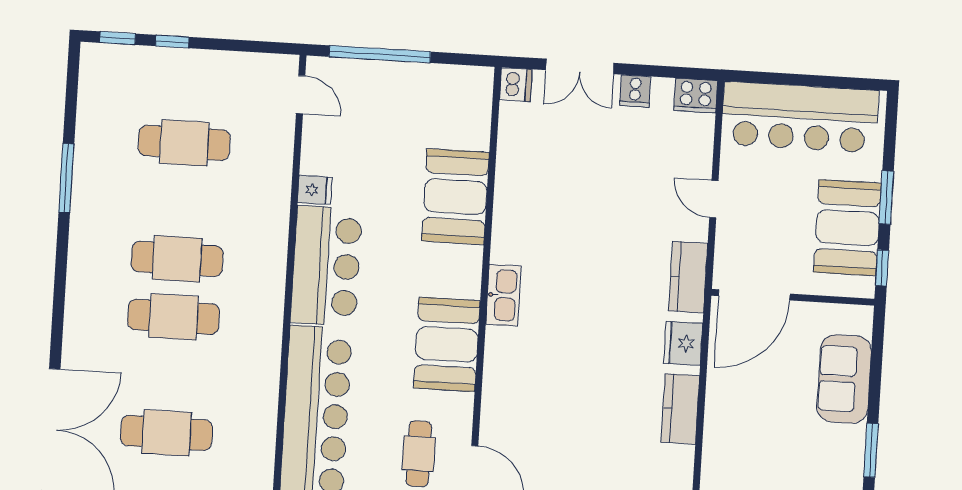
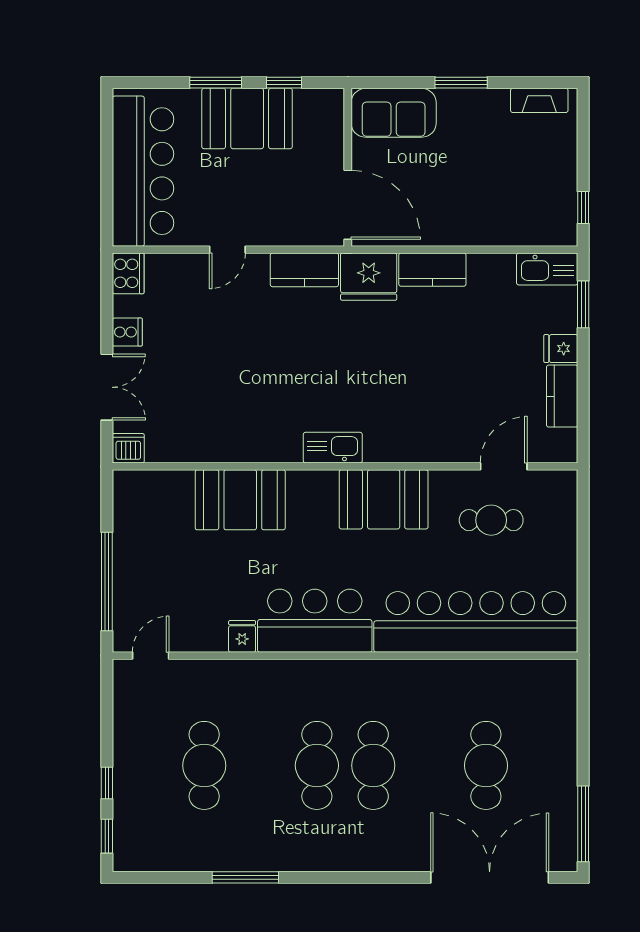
door: (754, 295) -> (348, 205), moved
wall: (793, 297) -> (348, 167), moved
fridge: (683, 343) -> (369, 277), width x1.36, depth x1.34

